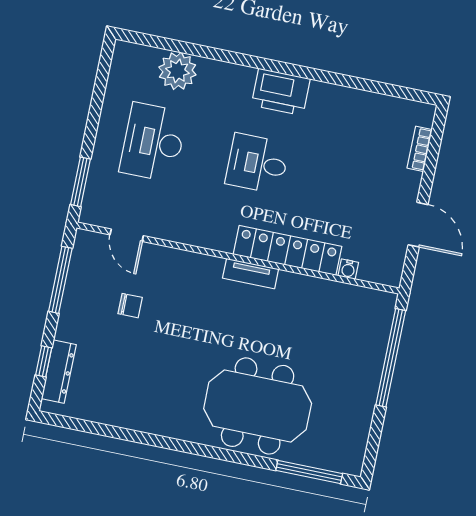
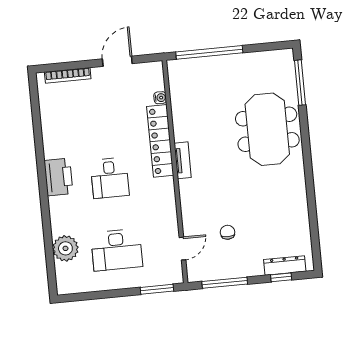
bookcase: (420, 149) -> (68, 75), width x1.56

